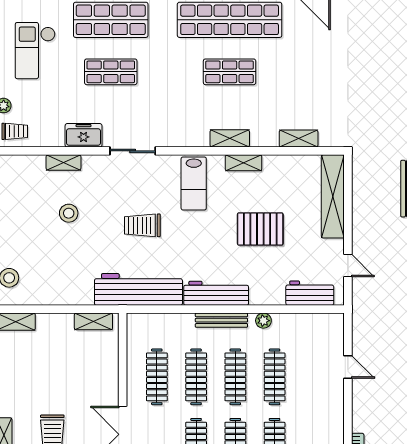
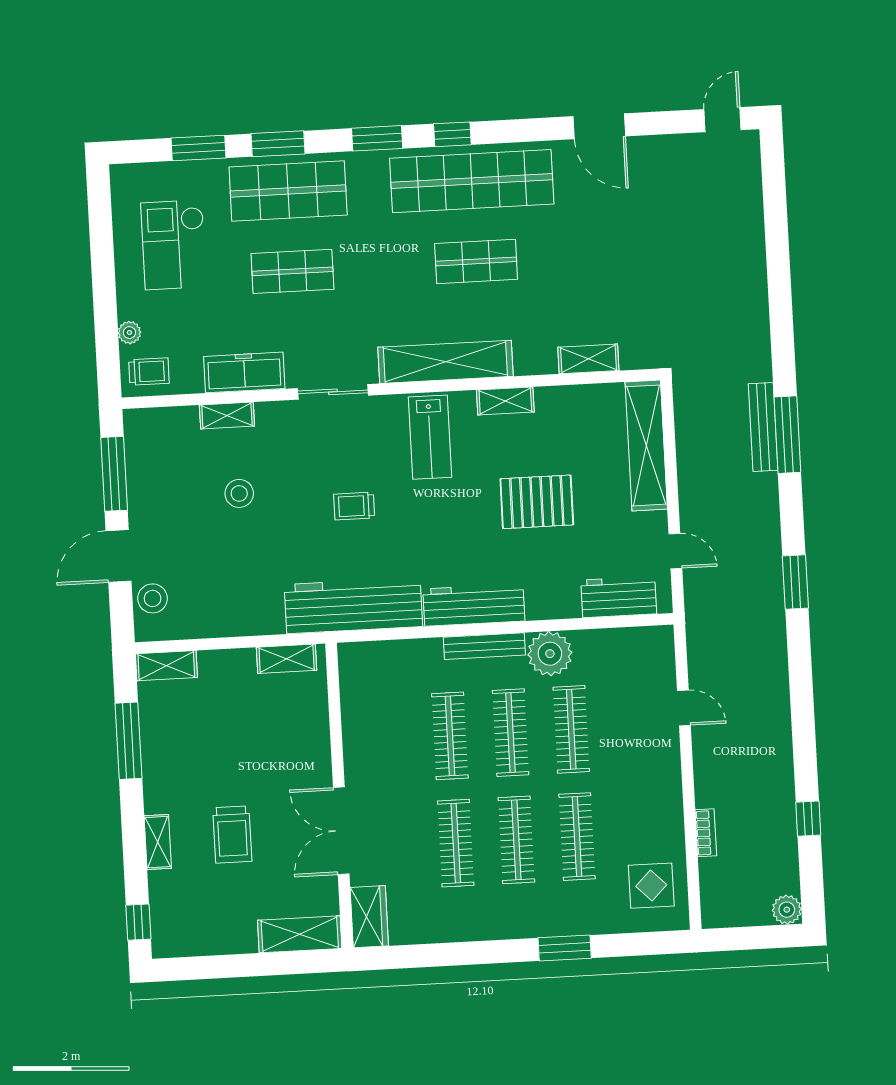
freezer: (84, 135) -> (244, 372), width x1.40
shelving: (230, 138) -> (445, 362), width x2.20, depth x1.33
trolley: (142, 225) -> (354, 506), width x0.73, depth x0.72
plant: (263, 321) -> (550, 654), width x1.87, depth x1.87
clothes rail: (157, 377) -> (389, 739), removed

